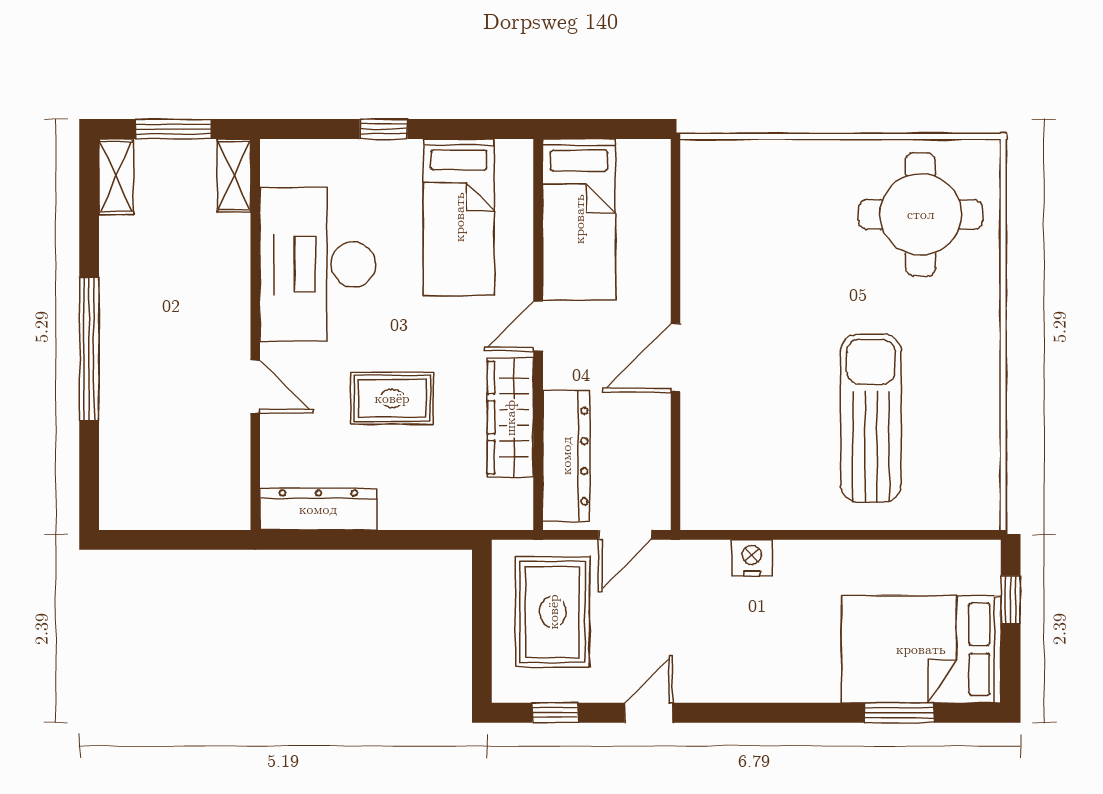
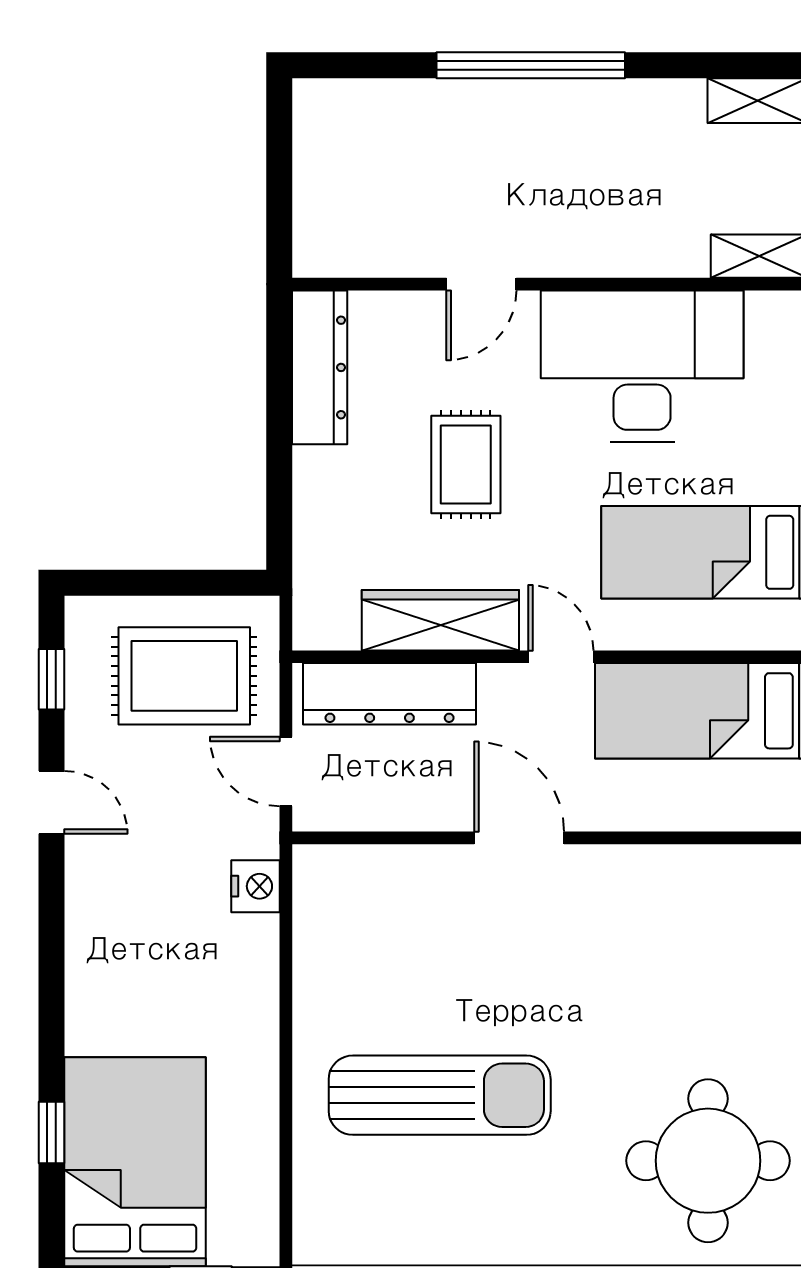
nightstand: (752, 558) -> (256, 886), moved
window: (899, 713) -> (51, 1132), width x0.67

